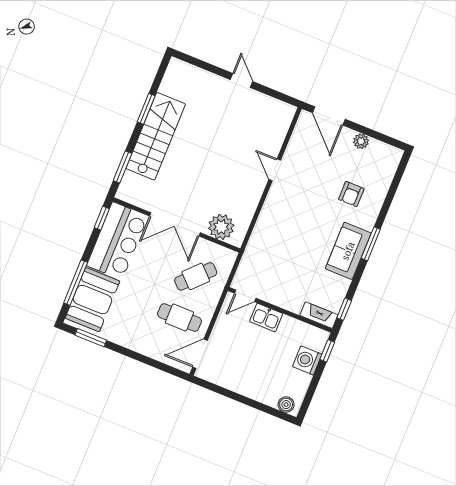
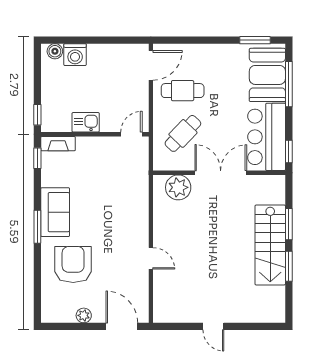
window: (122, 167) -> (289, 224), moved
armchair: (351, 194) -> (73, 264), width x1.88, depth x1.88
kitchen sink: (266, 317) -> (86, 122), moved
washing machine: (307, 360) -> (75, 55), moved, turned 90

